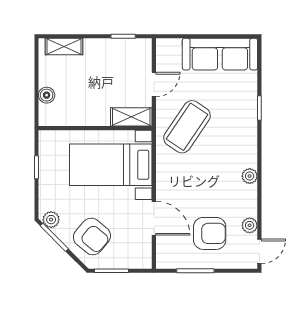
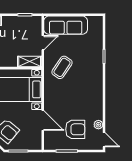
sofa: (220, 54) -> (66, 25), moved
coffee table: (187, 127) -> (62, 67), width x0.73, depth x0.76
plant: (250, 176) -> (98, 96), removed
door: (259, 251) -> (104, 140), hinge flipped

